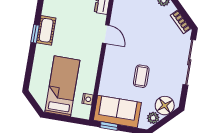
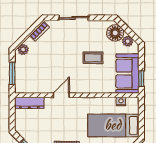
sliding door: (189, 62) -> (74, 18), width x0.73

